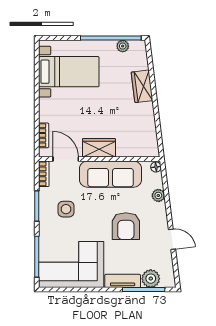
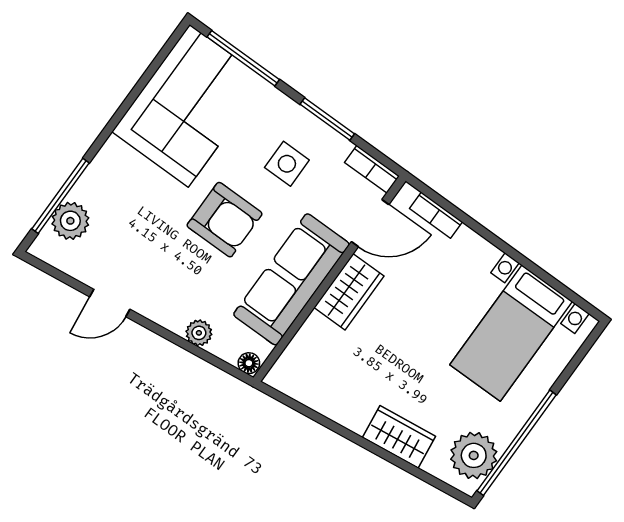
plant: (123, 46) -> (474, 455), width x1.88, depth x1.88
armchair: (126, 226) -> (225, 220), moved, turned 180
tv unit: (123, 281) -> (100, 171), removed

